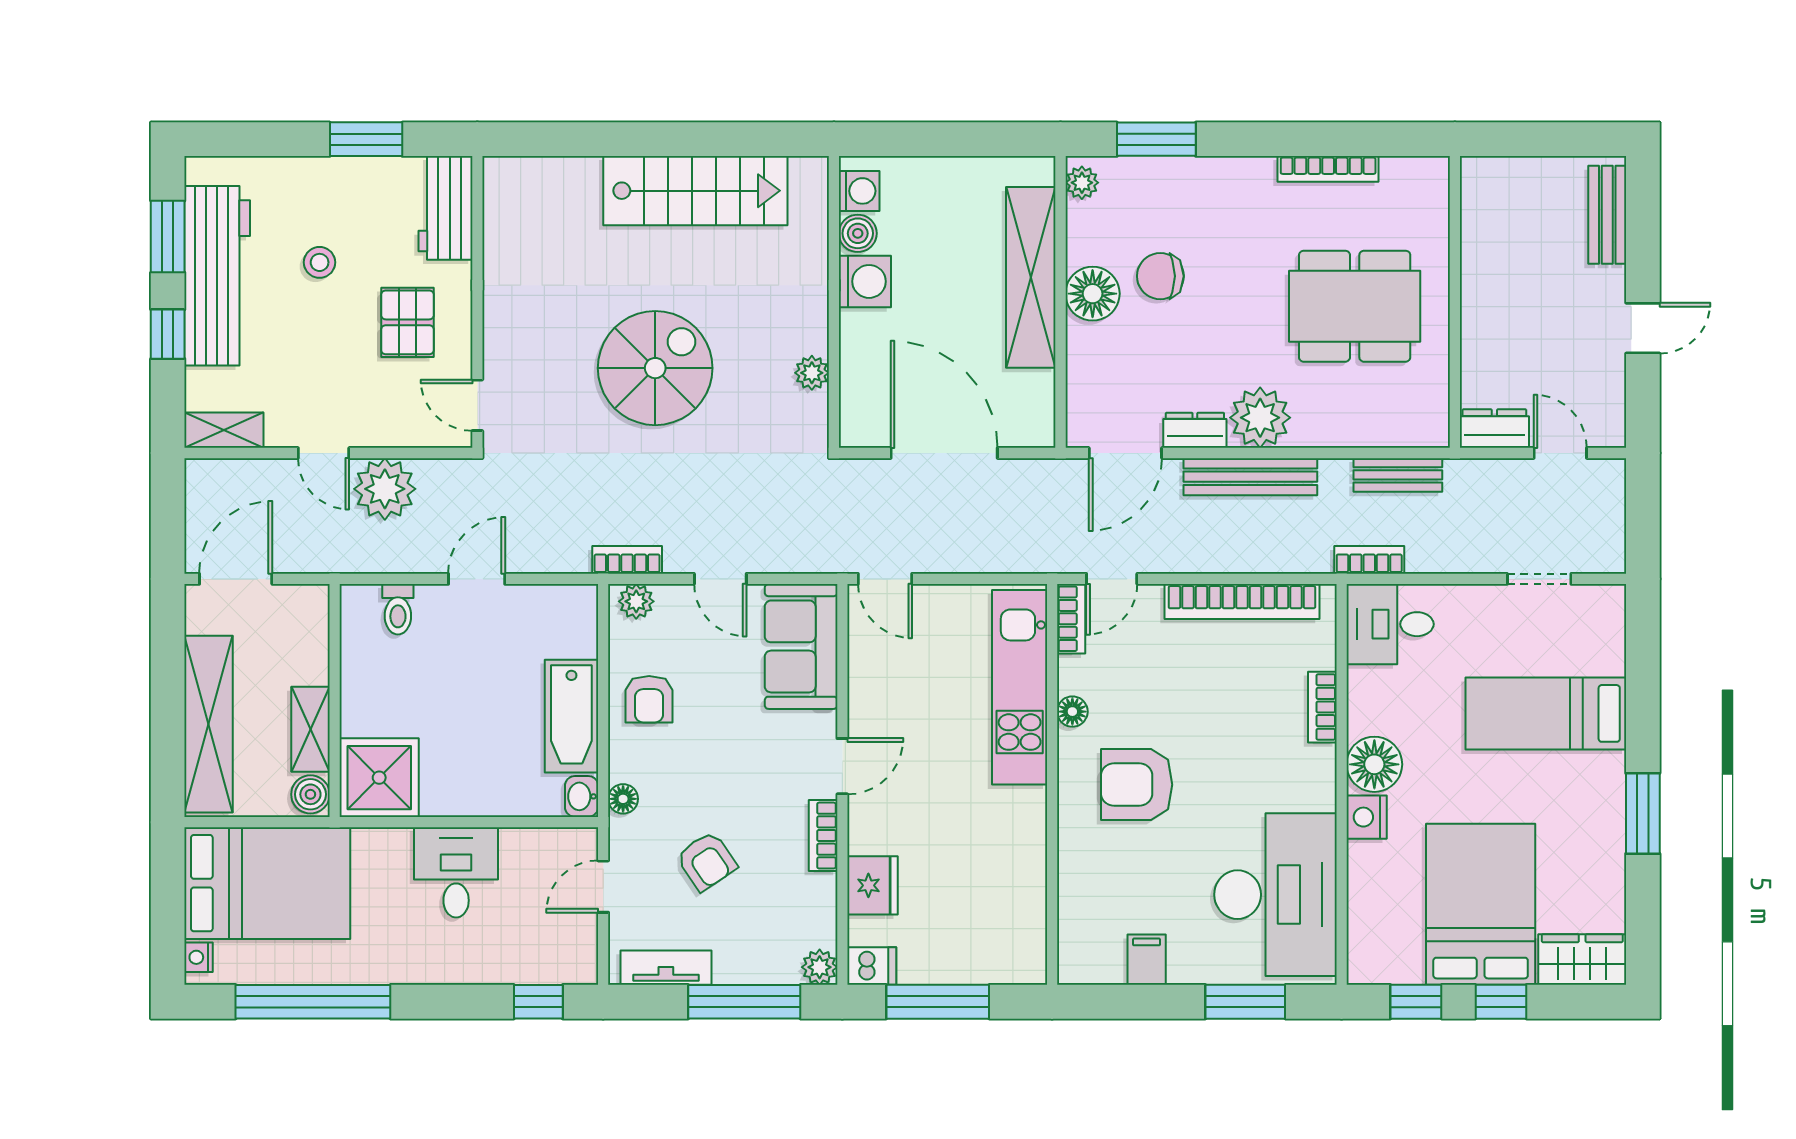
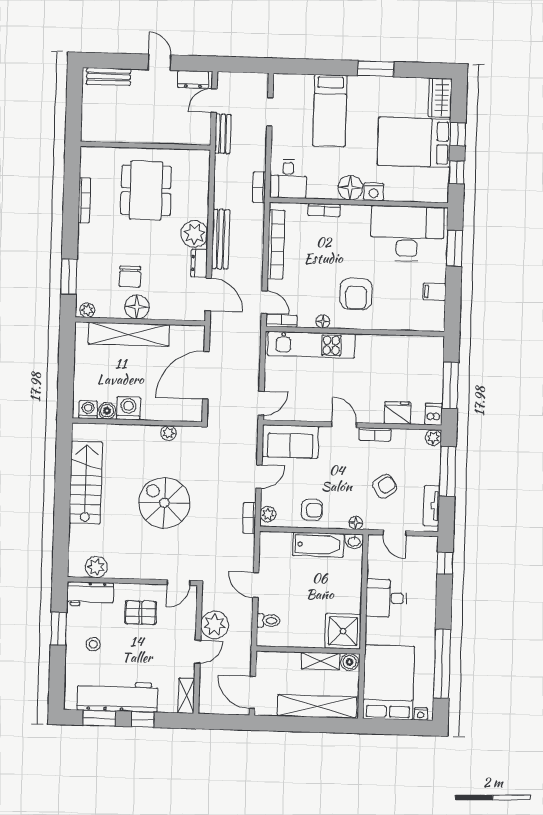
plant: (507, 220) -> (96, 567), added
stool: (320, 262) -> (93, 644), moved
dresser: (1494, 429) -> (193, 79), moved, turned -90
bench: (1398, 475) -> (223, 134), moved

